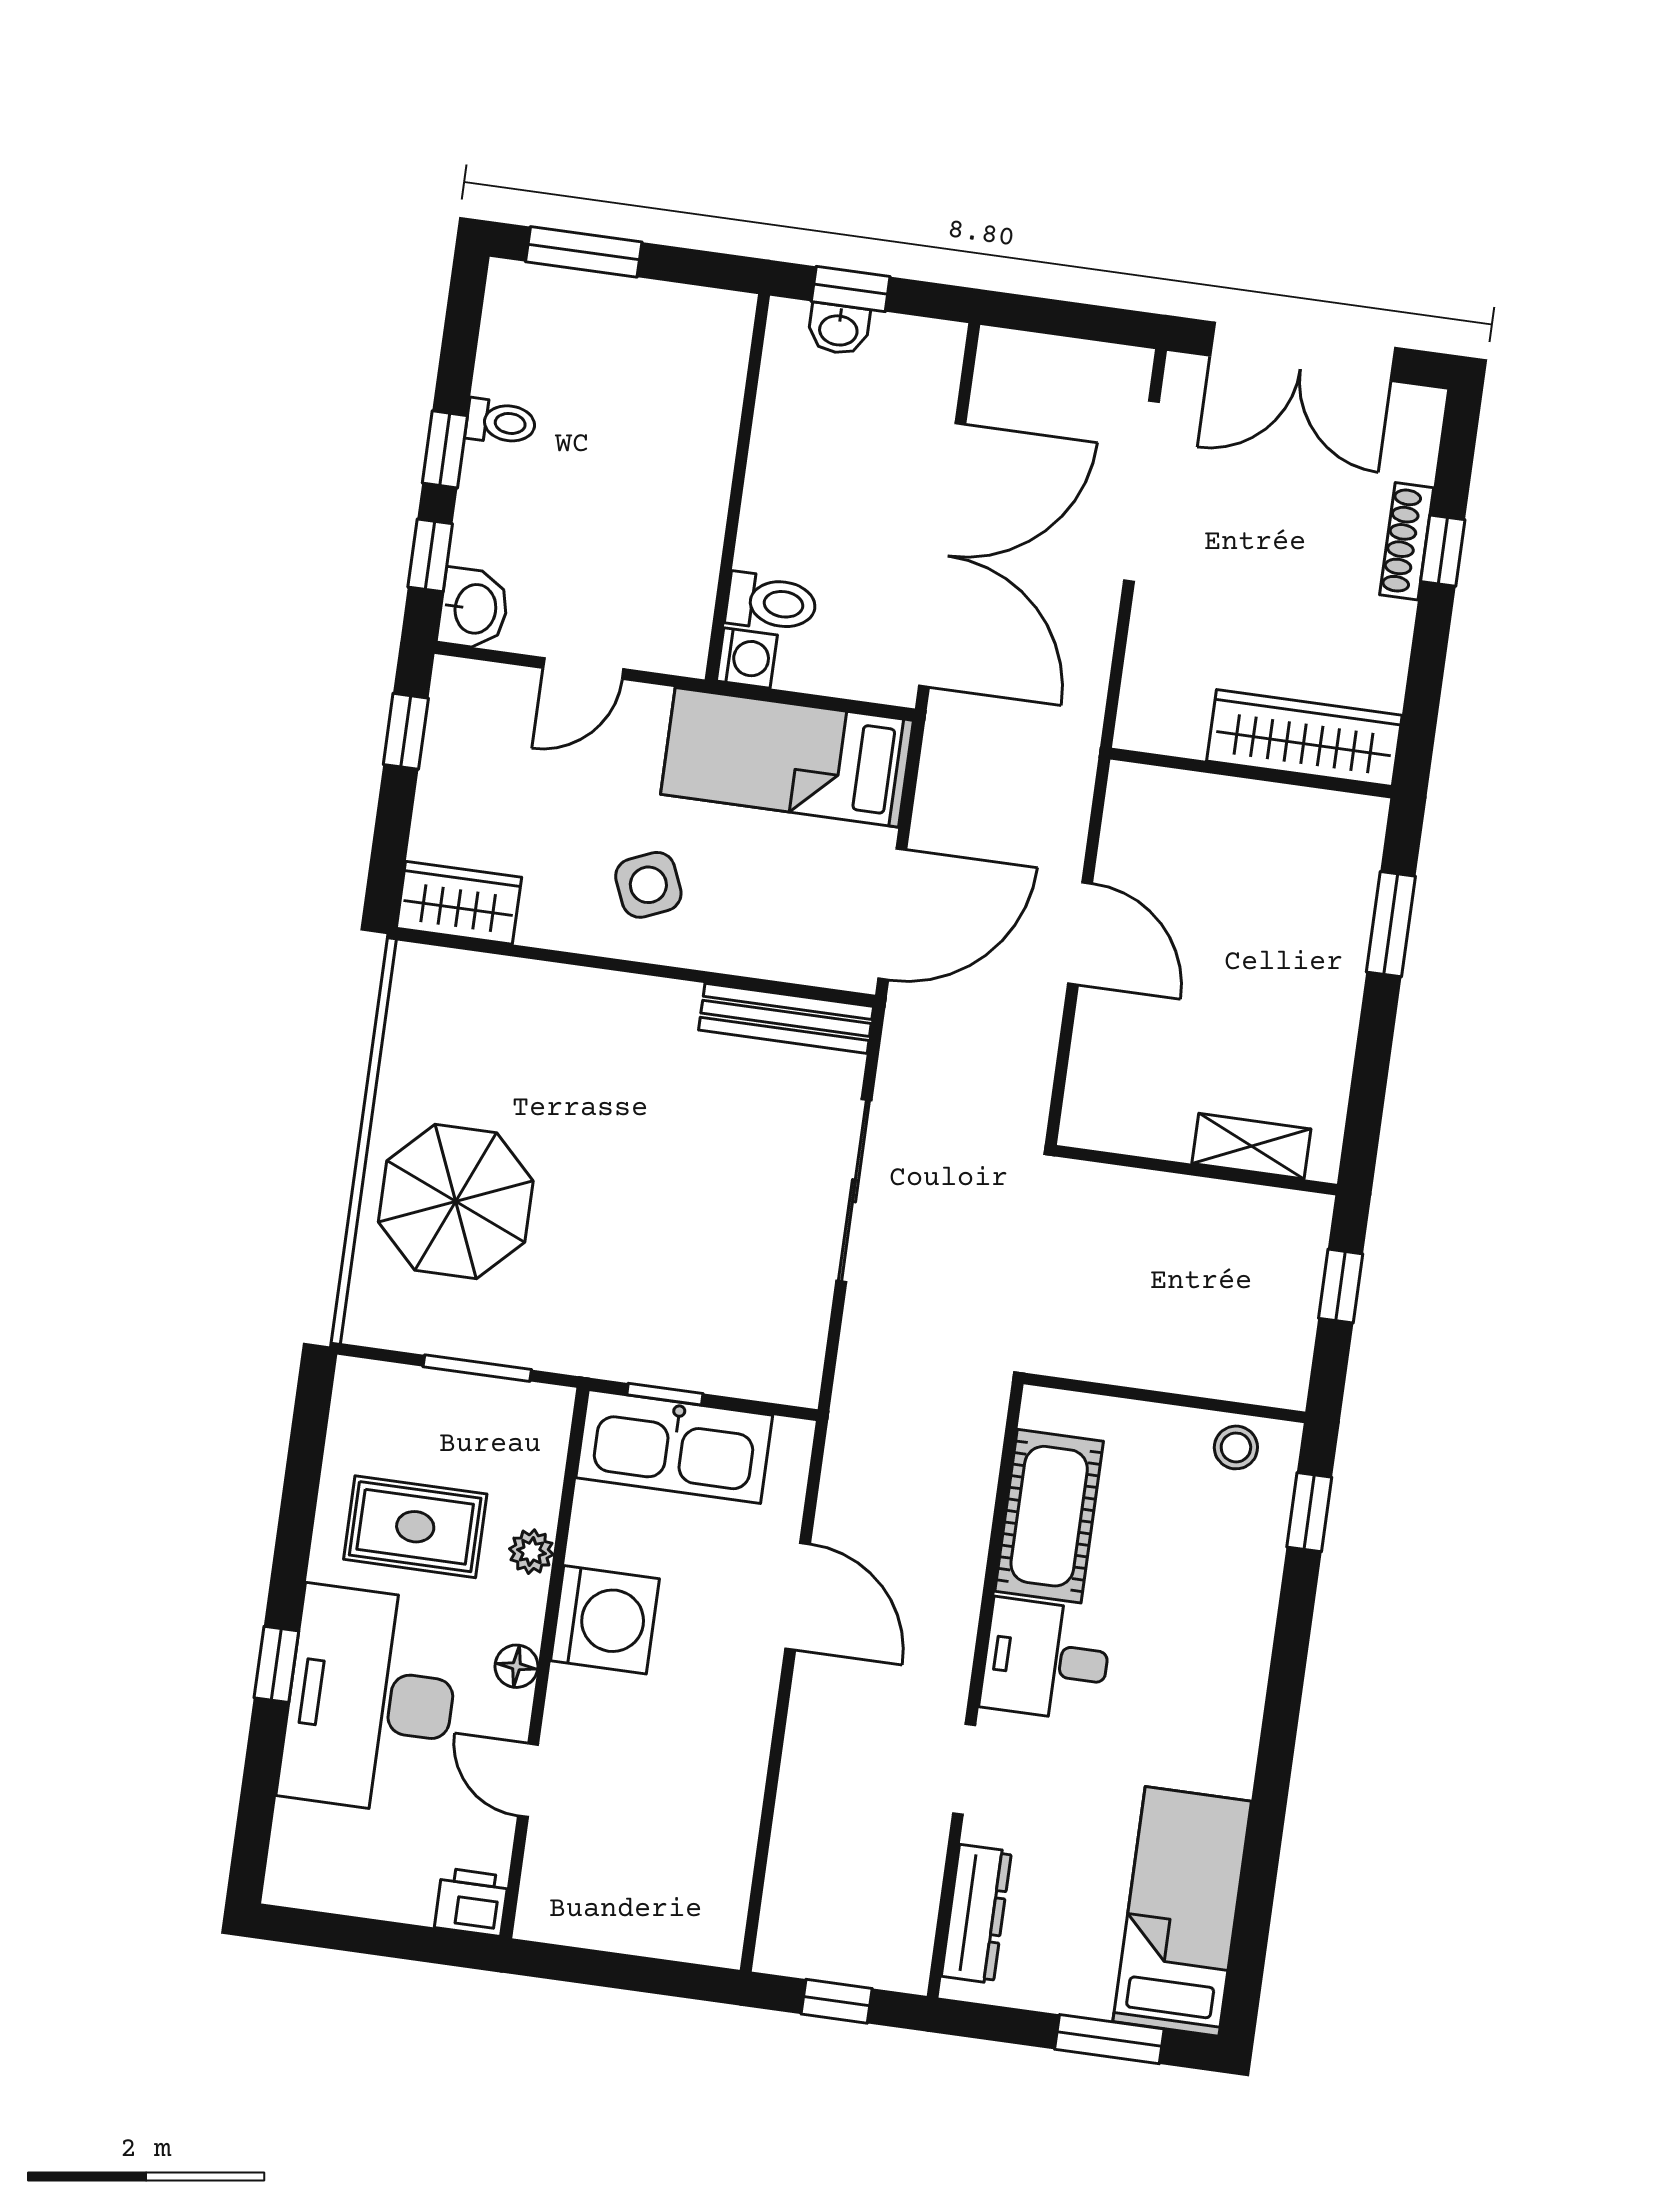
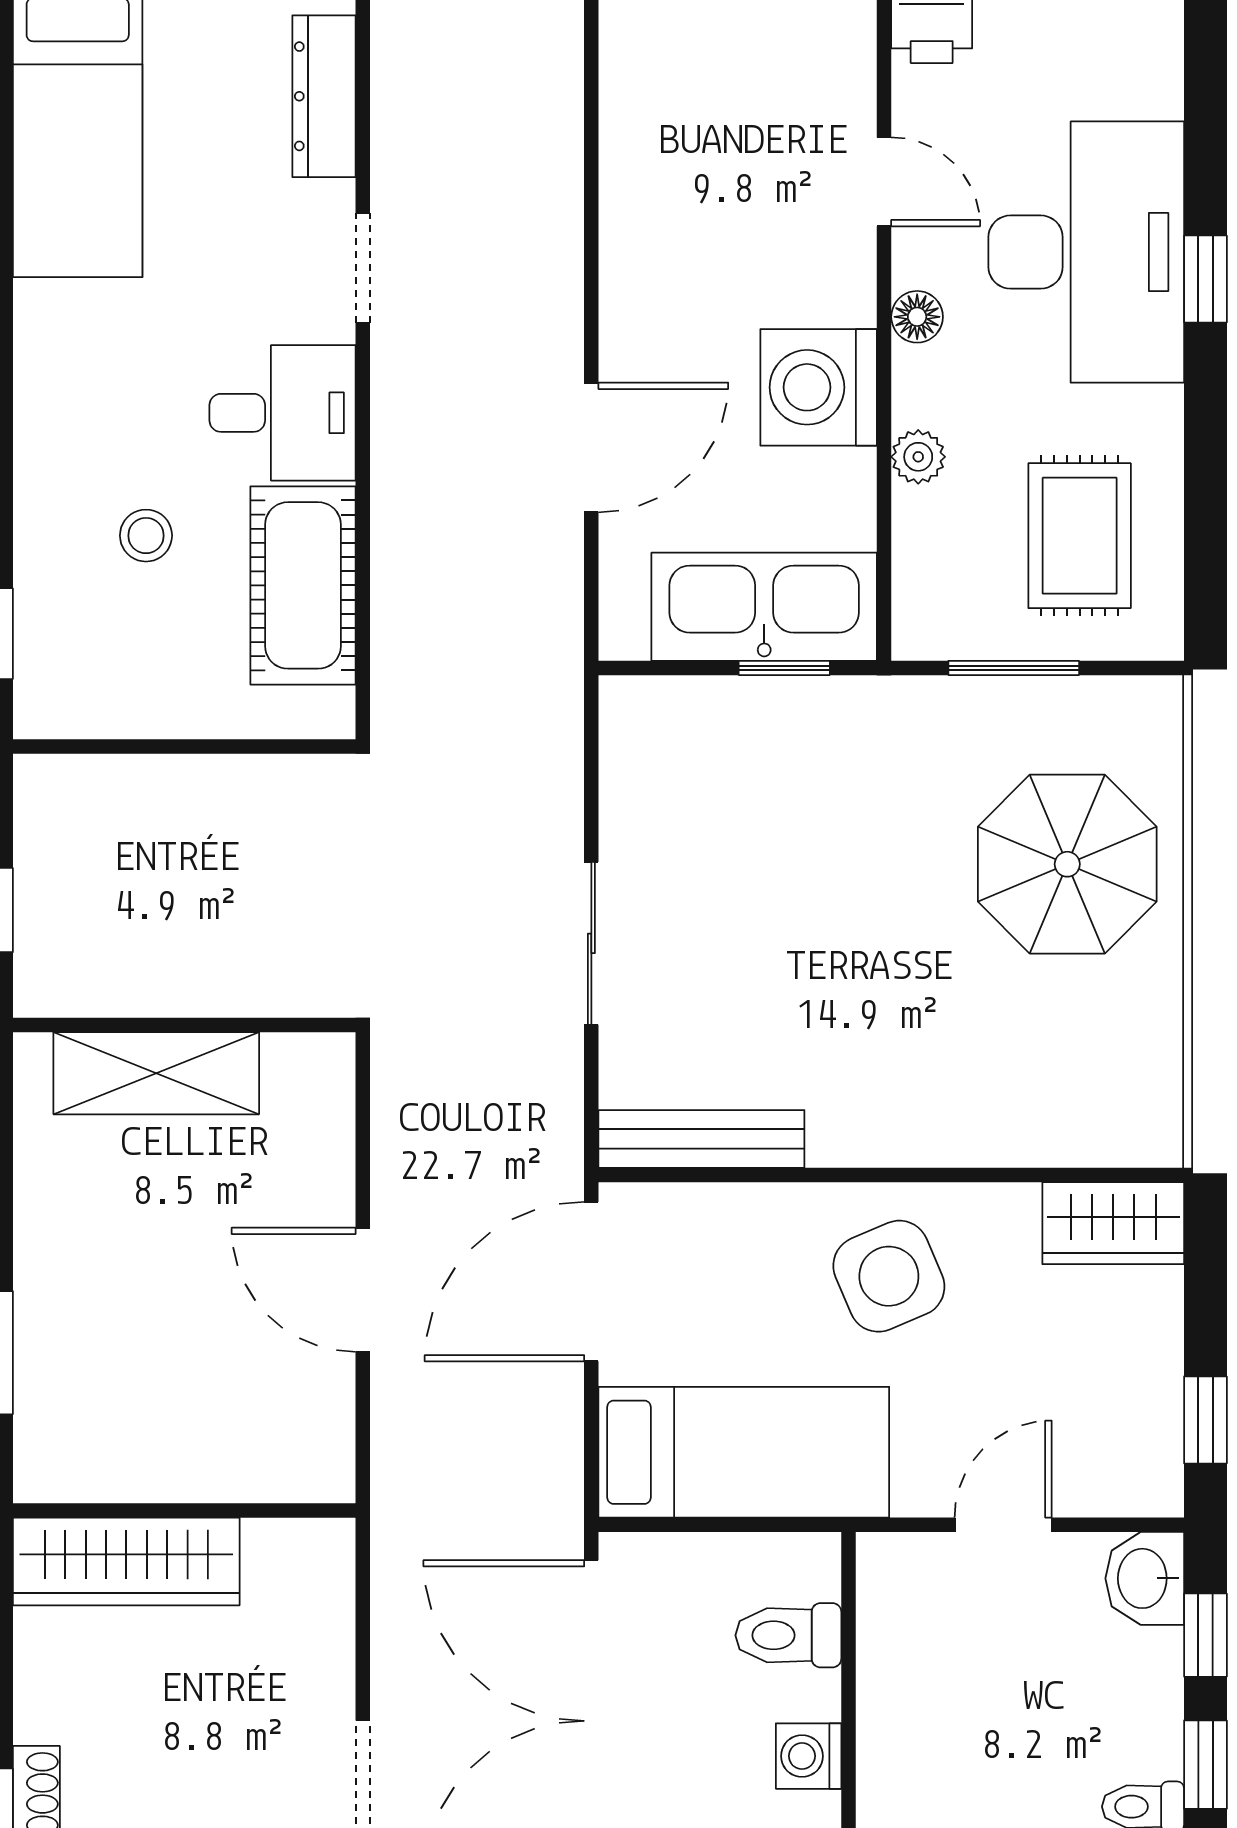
washing machine: (747, 658) -> (809, 1756), moved
side table: (648, 885) -> (889, 1276), width x1.37, depth x1.37
shelving: (1251, 1146) -> (156, 1073), width x1.50, depth x1.33
sliding door: (854, 1191) -> (591, 943), width x0.73
stool: (1236, 1447) -> (146, 536), moved
rug: (415, 1527) -> (1080, 536), moved, turned 90
door: (798, 1596) -> (591, 447), swing flipped

